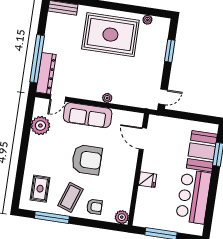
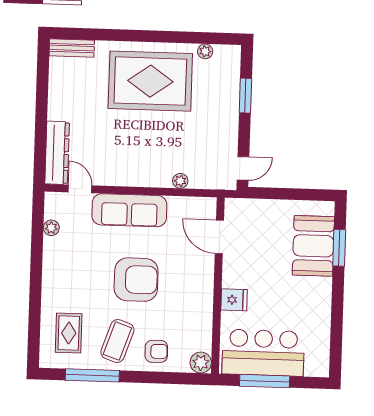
window: (37, 59) -> (41, 132), removed
door: (58, 98) -> (80, 189), swing flipped
plant: (107, 98) -> (180, 181), moved
plant: (40, 126) -> (51, 228), width x0.53, depth x0.53
bar counter: (194, 197) -> (263, 353), moved, turned 90

